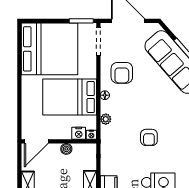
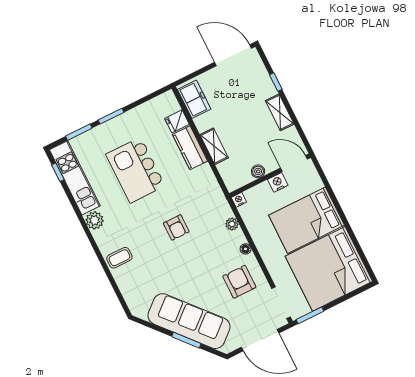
bed: (70, 97) -> (307, 220), moved, turned 180
nightstand: (79, 133) -> (278, 182), moved
armchair: (149, 137) -> (176, 227), turned 180
door: (36, 141) -> (294, 163), hinge flipped

